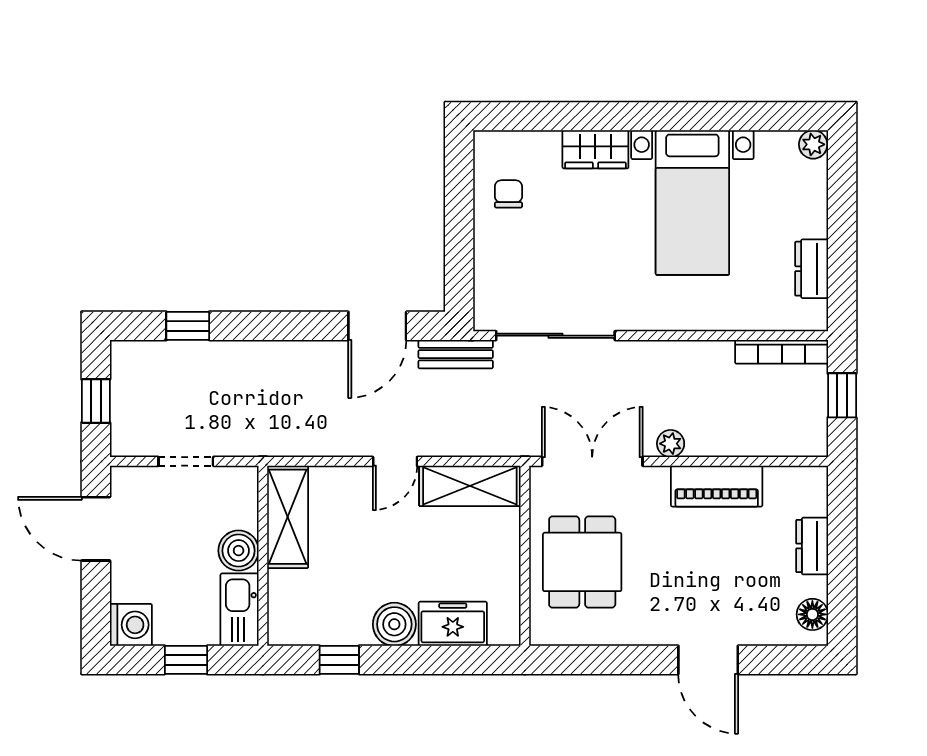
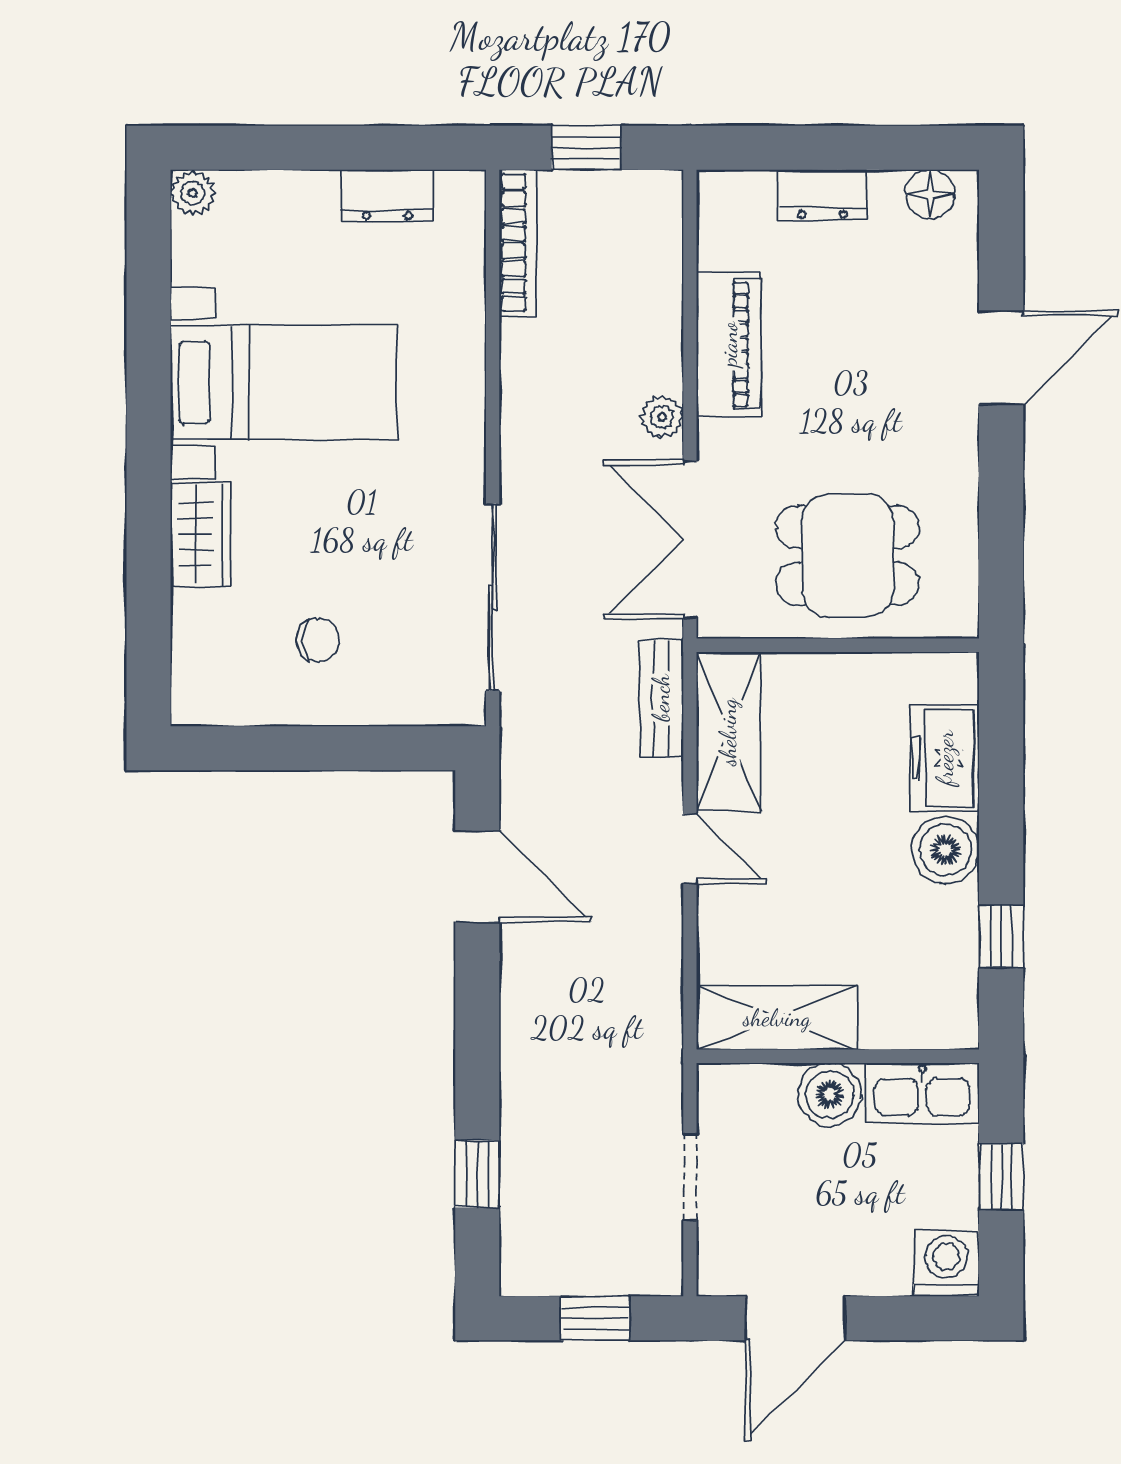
chair: (508, 194) -> (318, 640), moved, turned 180
bench: (456, 354) -> (661, 698), moved

